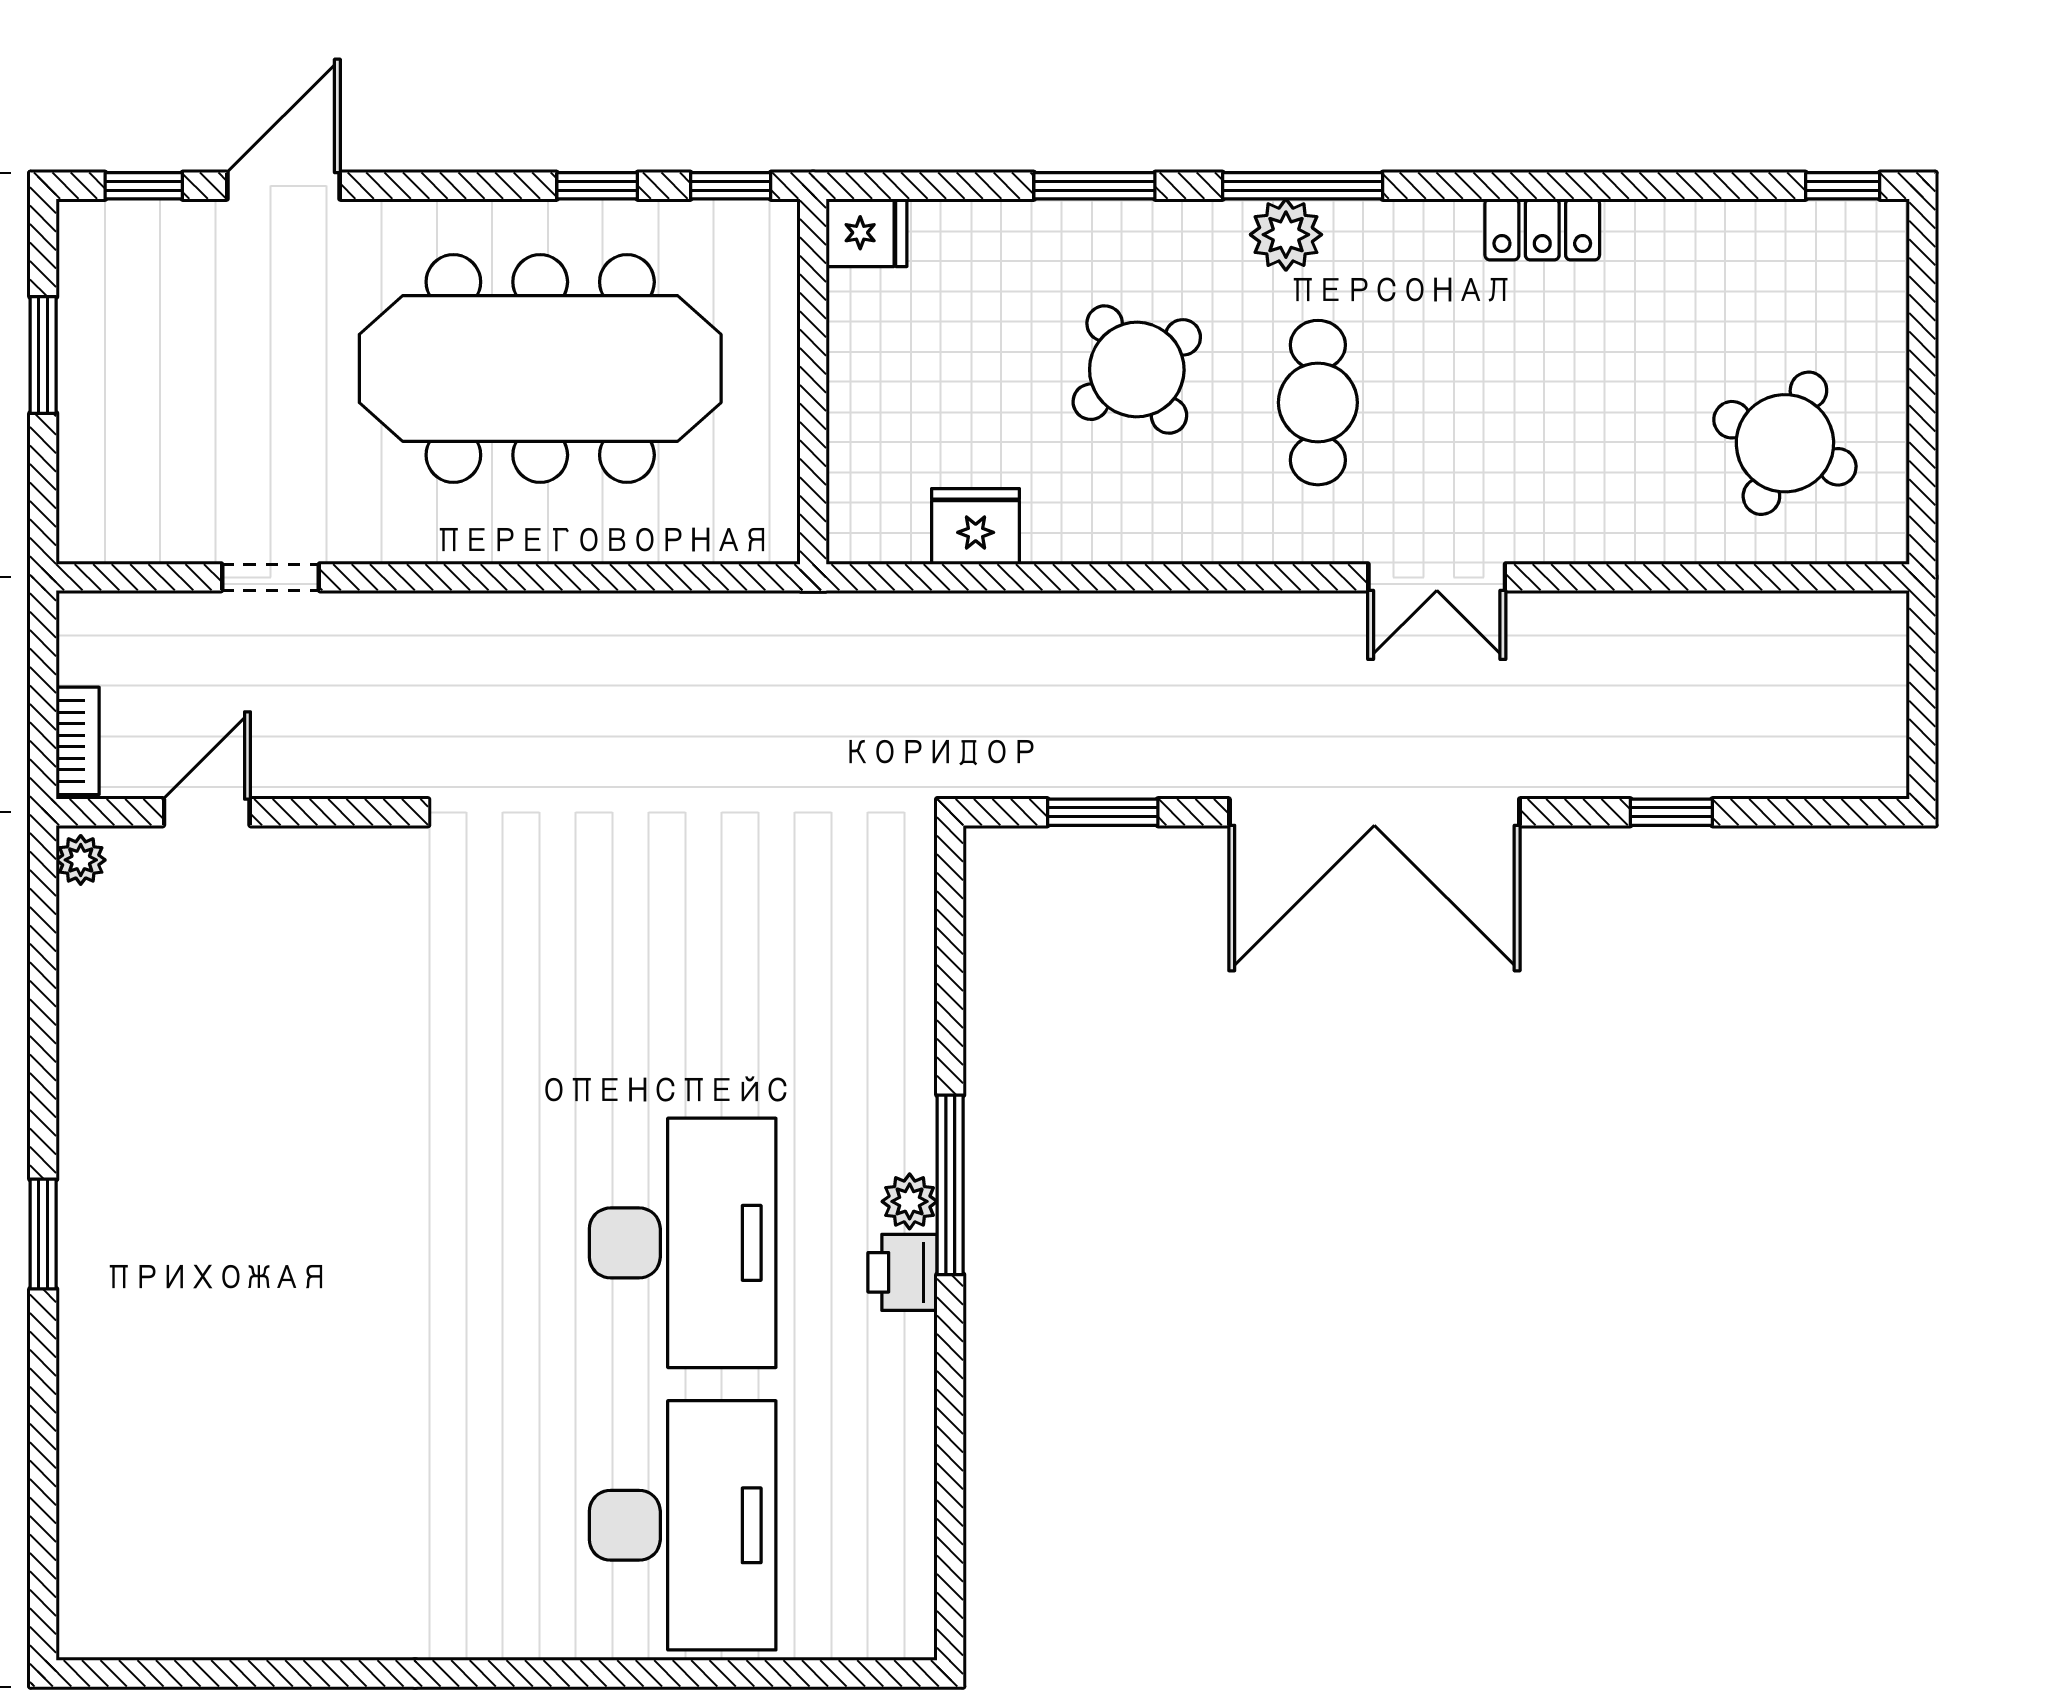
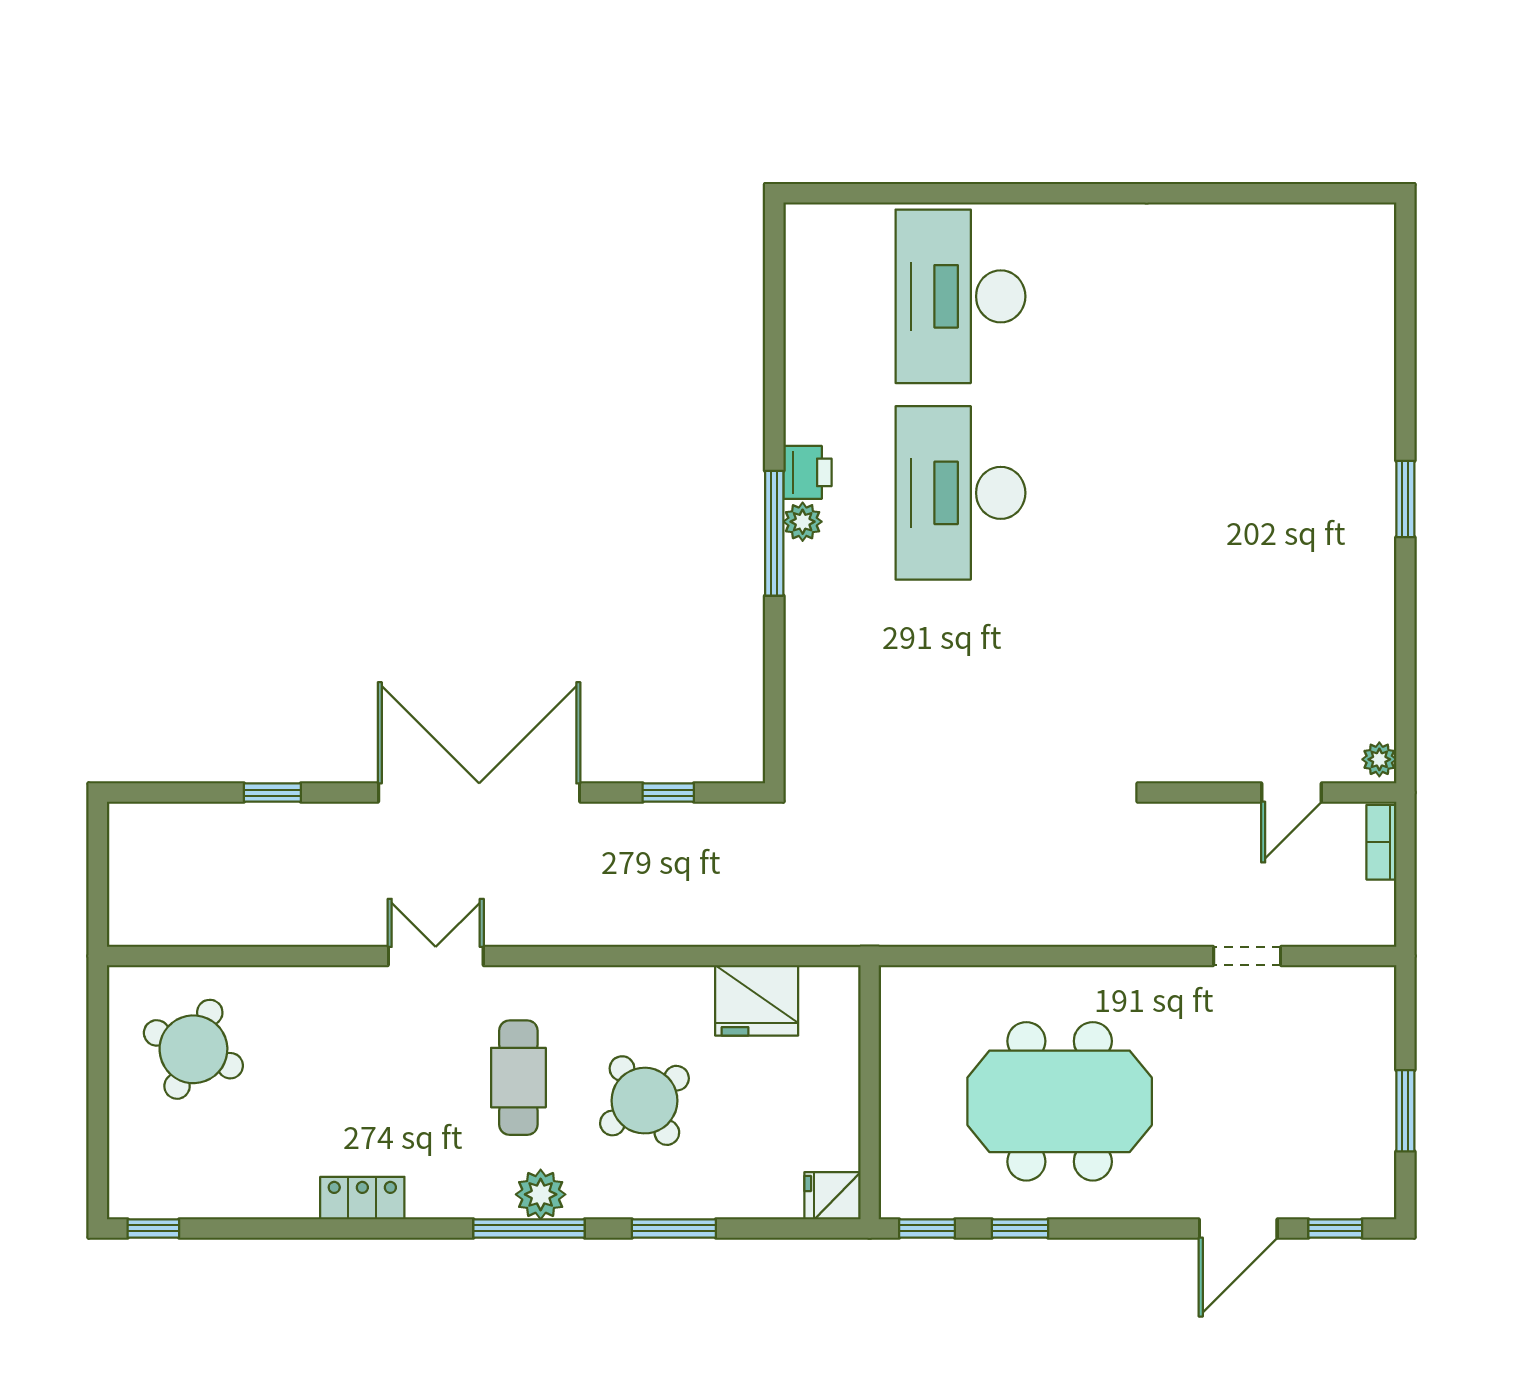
meeting table: (540, 368) -> (1060, 1101), width x0.73
fridge: (976, 526) -> (757, 1000), width x1.36, depth x1.34
window: (1103, 812) -> (668, 793), width x0.67

